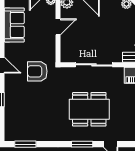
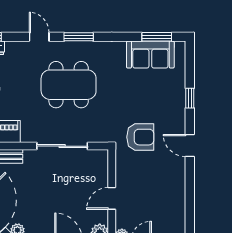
sofa: (14, 25) -> (150, 55), moved, turned -90

